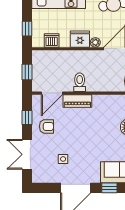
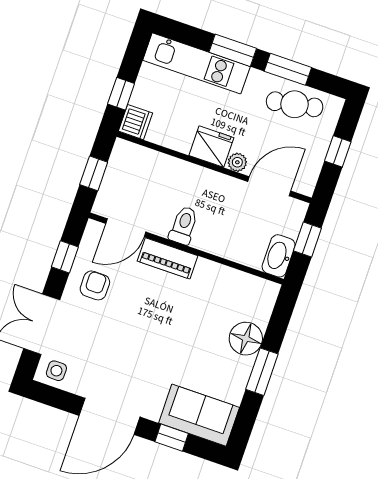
dishwasher: (52, 40) -> (136, 122), moved, turned 90
armchair: (46, 126) -> (95, 285), turned -90
side table: (63, 159) -> (56, 371), moved

